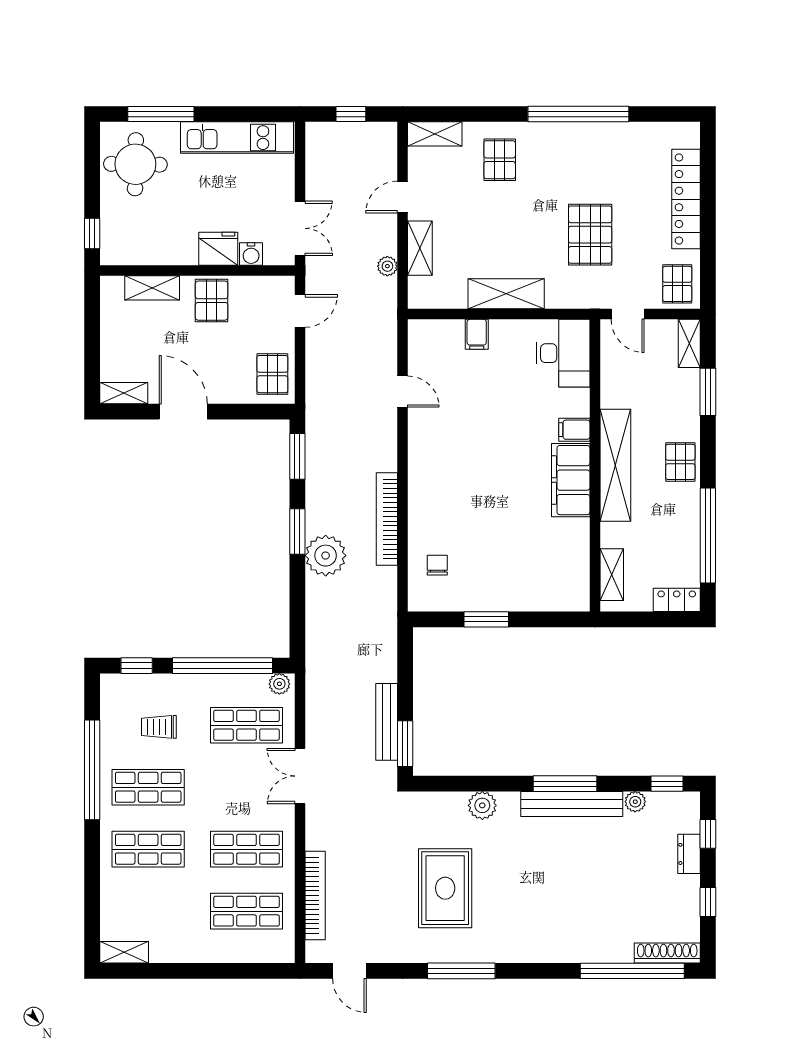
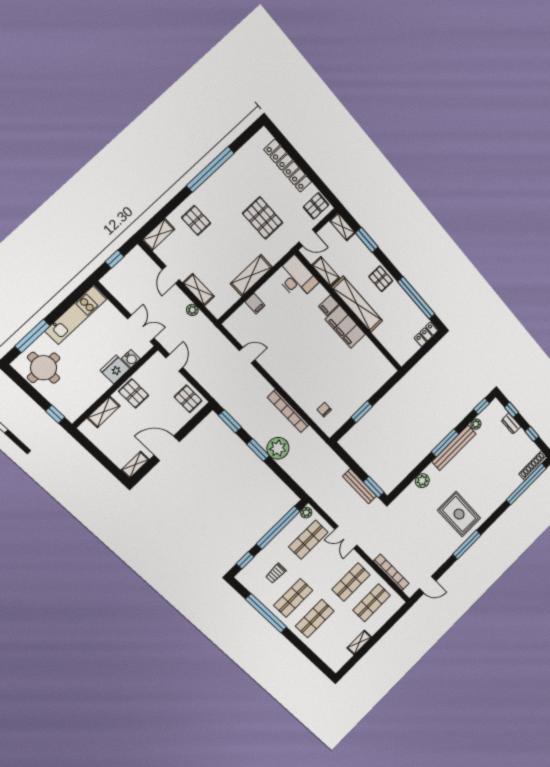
pallet: (677, 284) -> (316, 206), turned 90
shelving: (612, 575) -> (326, 271), moved
rug: (445, 888) -> (459, 514), moved
shelving: (124, 952) -> (359, 642), moved

